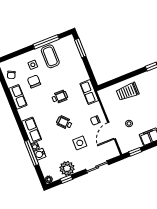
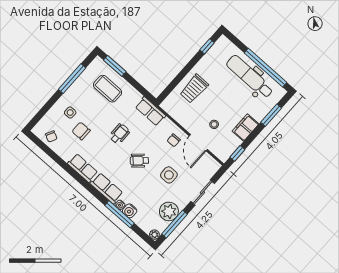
coffee table: (50, 56) -> (108, 89), moved
row of seats: (18, 97) -> (83, 168), moved
window: (66, 179) -> (174, 224), width x2.17

